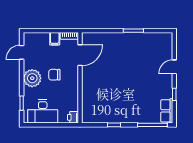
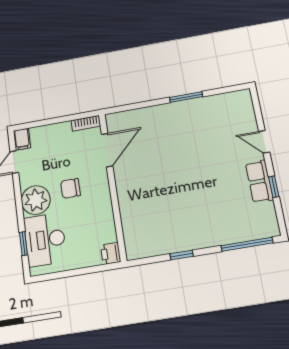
filing cabinet: (55, 39) -> (22, 139), moved
door: (174, 67) -> (264, 142), hinge flipped
desk: (43, 111) -> (45, 240), moved, turned 90
row of seats: (167, 111) -> (259, 181), moved

